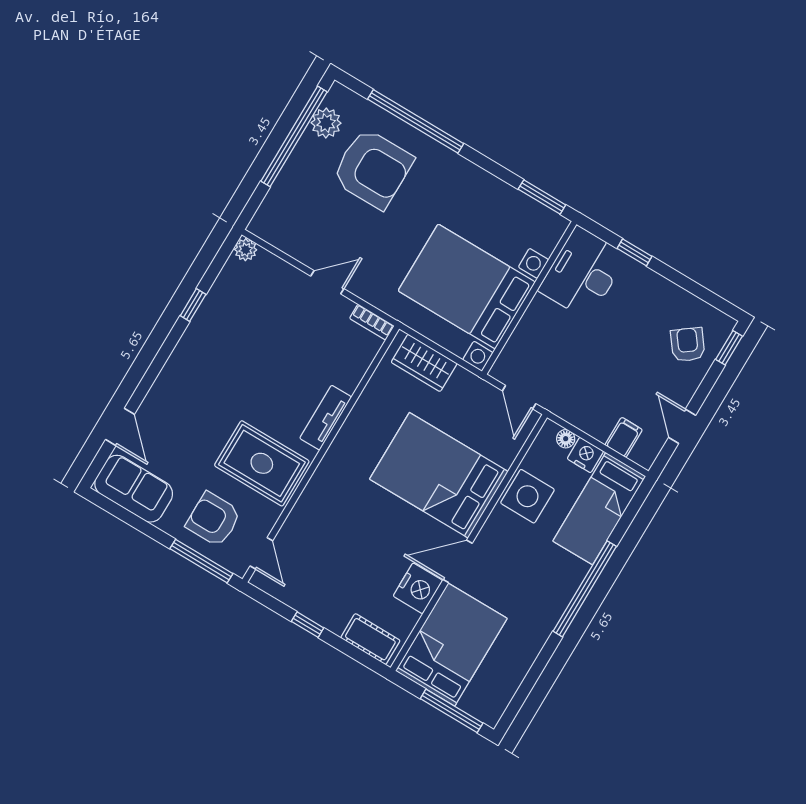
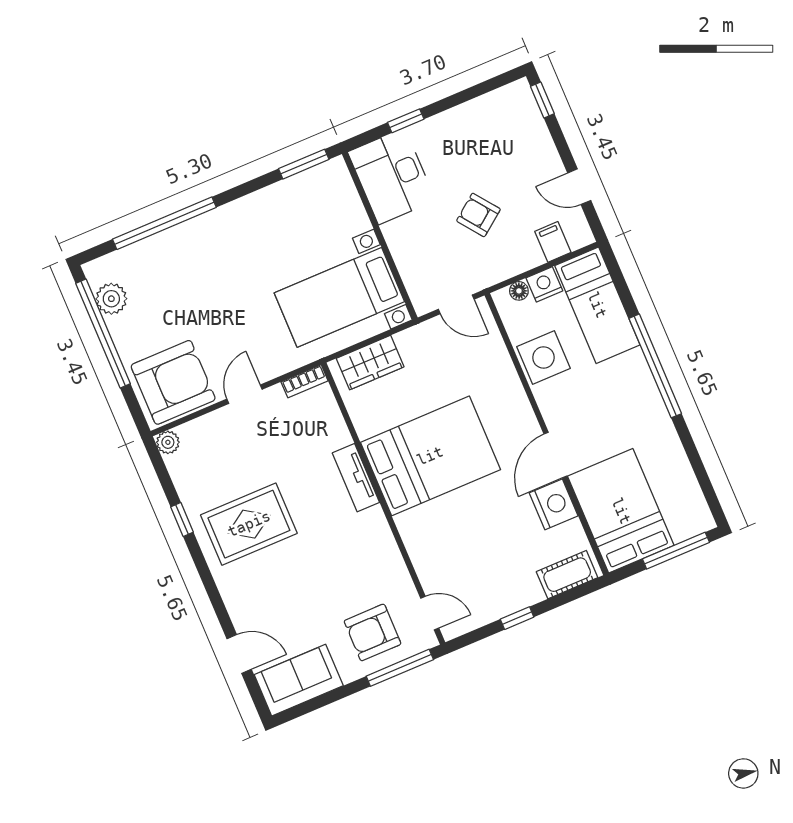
armchair: (373, 169) -> (173, 382), moved
bed with nightstands: (467, 286) -> (339, 297), width x0.73
armchair: (688, 345) -> (478, 215), moved
rug: (262, 463) -> (249, 524), moved
bed: (439, 475) -> (430, 456), moved, turned 180

